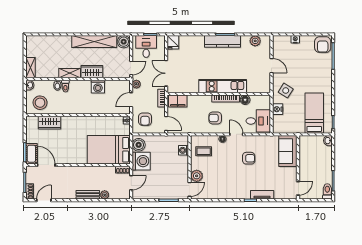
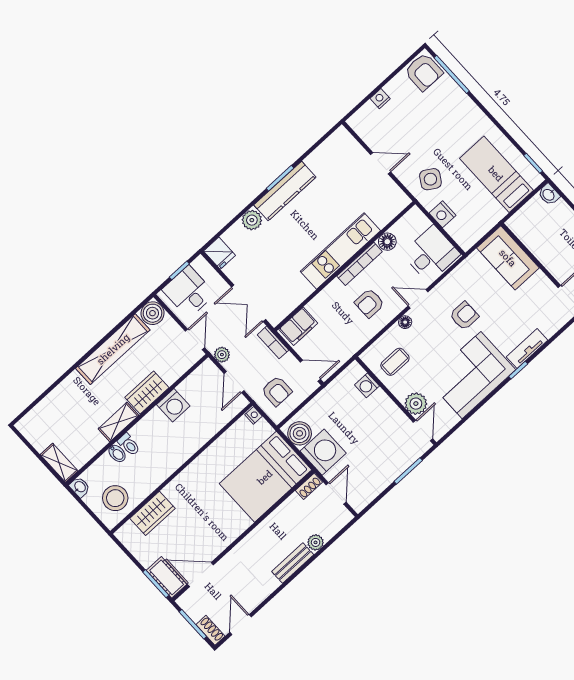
plant: (255, 41) -> (252, 220), moved
corner sofa: (230, 185) -> (471, 375), added

